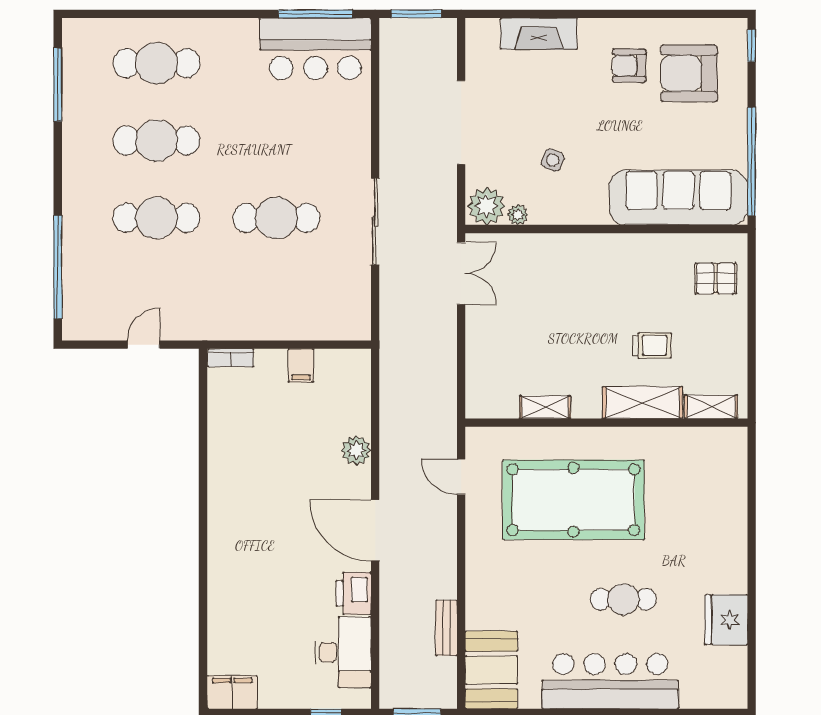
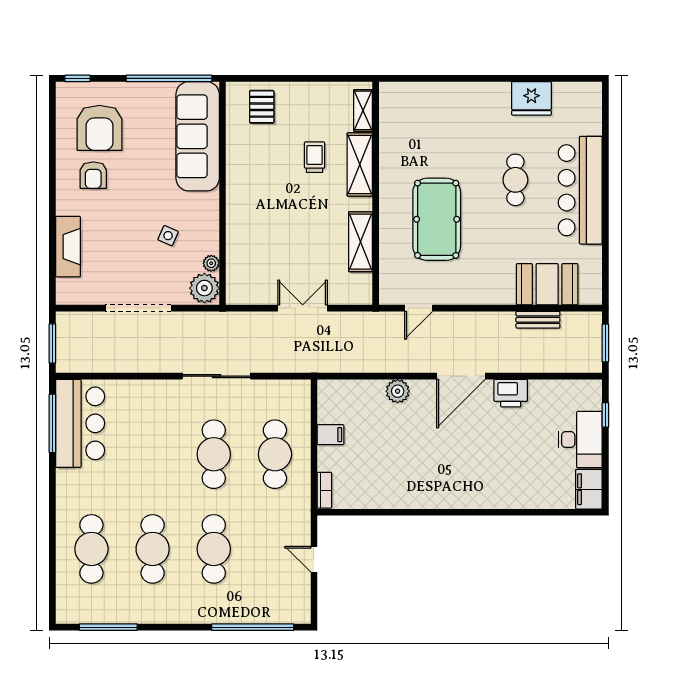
double door: (461, 273) -> (303, 308), moved
cafe table: (276, 295) -> (275, 454), added
shelving: (545, 407) -> (360, 242), width x1.50, depth x1.33
pool table: (573, 500) -> (437, 219), width x0.73, depth x0.76
desk: (343, 652) -> (580, 440), moved, turned 90
booth: (491, 670) -> (547, 284), moved

